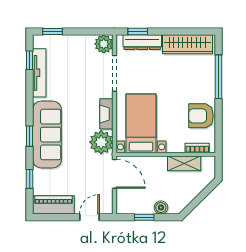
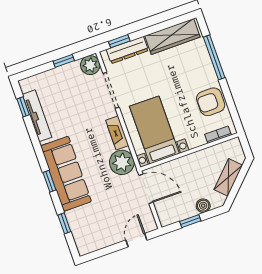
window: (52, 32) -> (64, 61), moved
shelving: (184, 163) -> (228, 177), moved, turned -45
piano: (53, 205) -> (97, 240), removed

